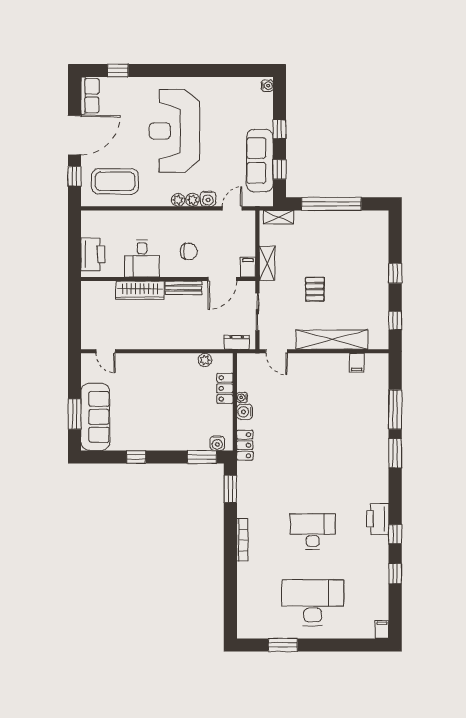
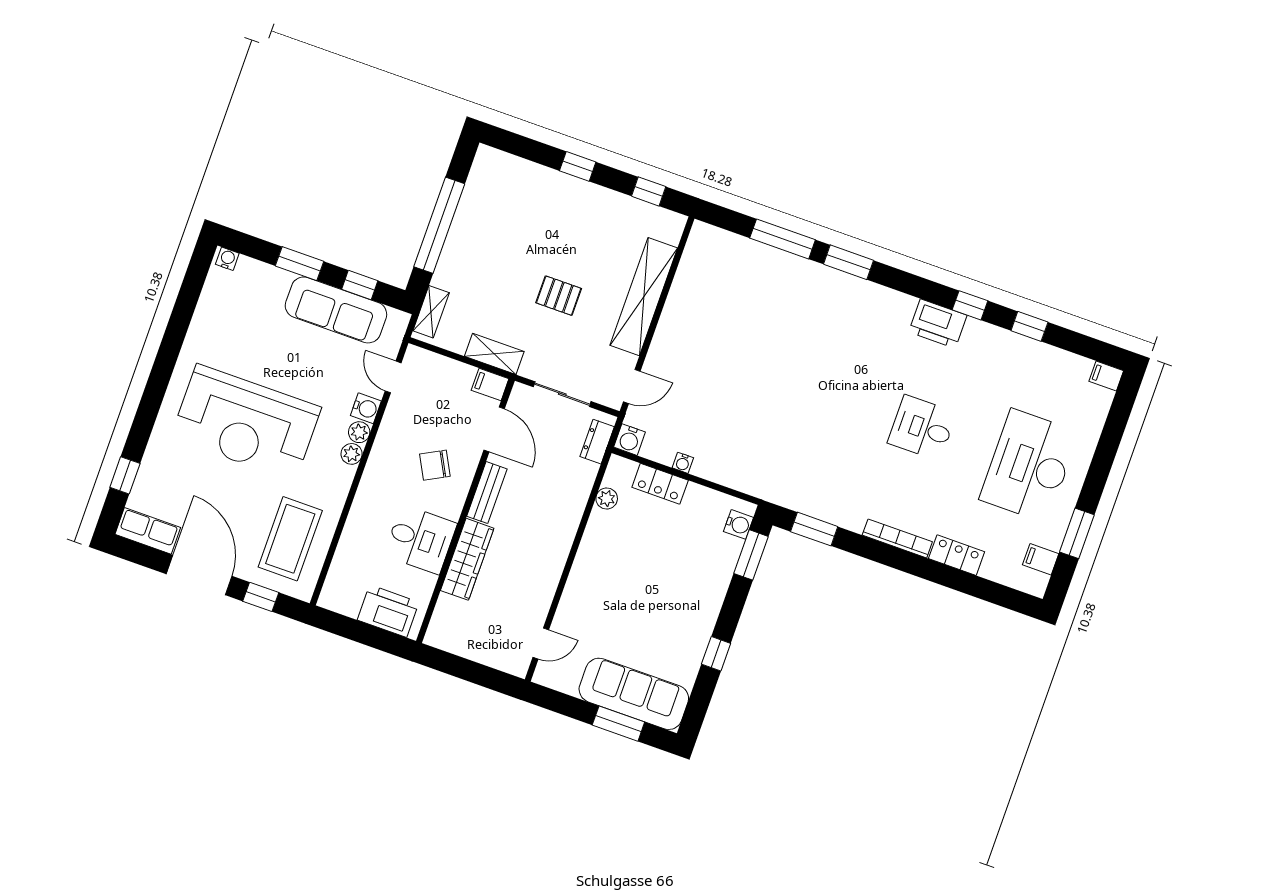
window: (280, 129) -> (299, 264), width x1.50
chair: (189, 251) -> (435, 465), turned -118
filing cabinet: (357, 363) -> (1041, 559), moved, turned 180
water cooler: (245, 412) -> (629, 440), moved
locker: (245, 445) -> (957, 555), moved
desk: (313, 531) -> (922, 428), width x0.73

